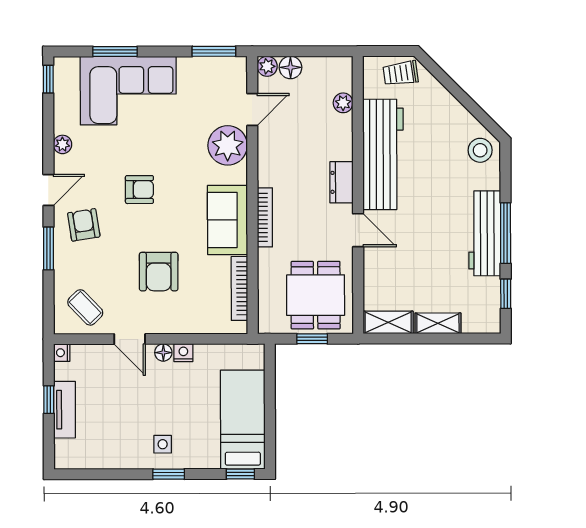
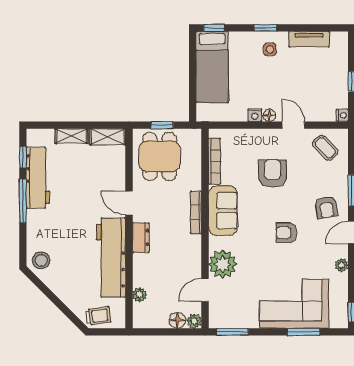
workbench: (485, 233) -> (38, 178), moved
tv unit: (64, 410) -> (309, 39), moved, turned -90

